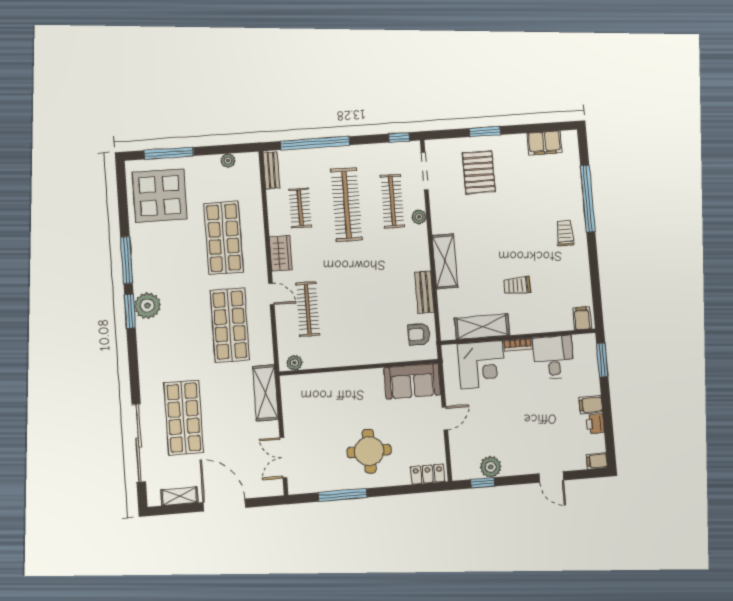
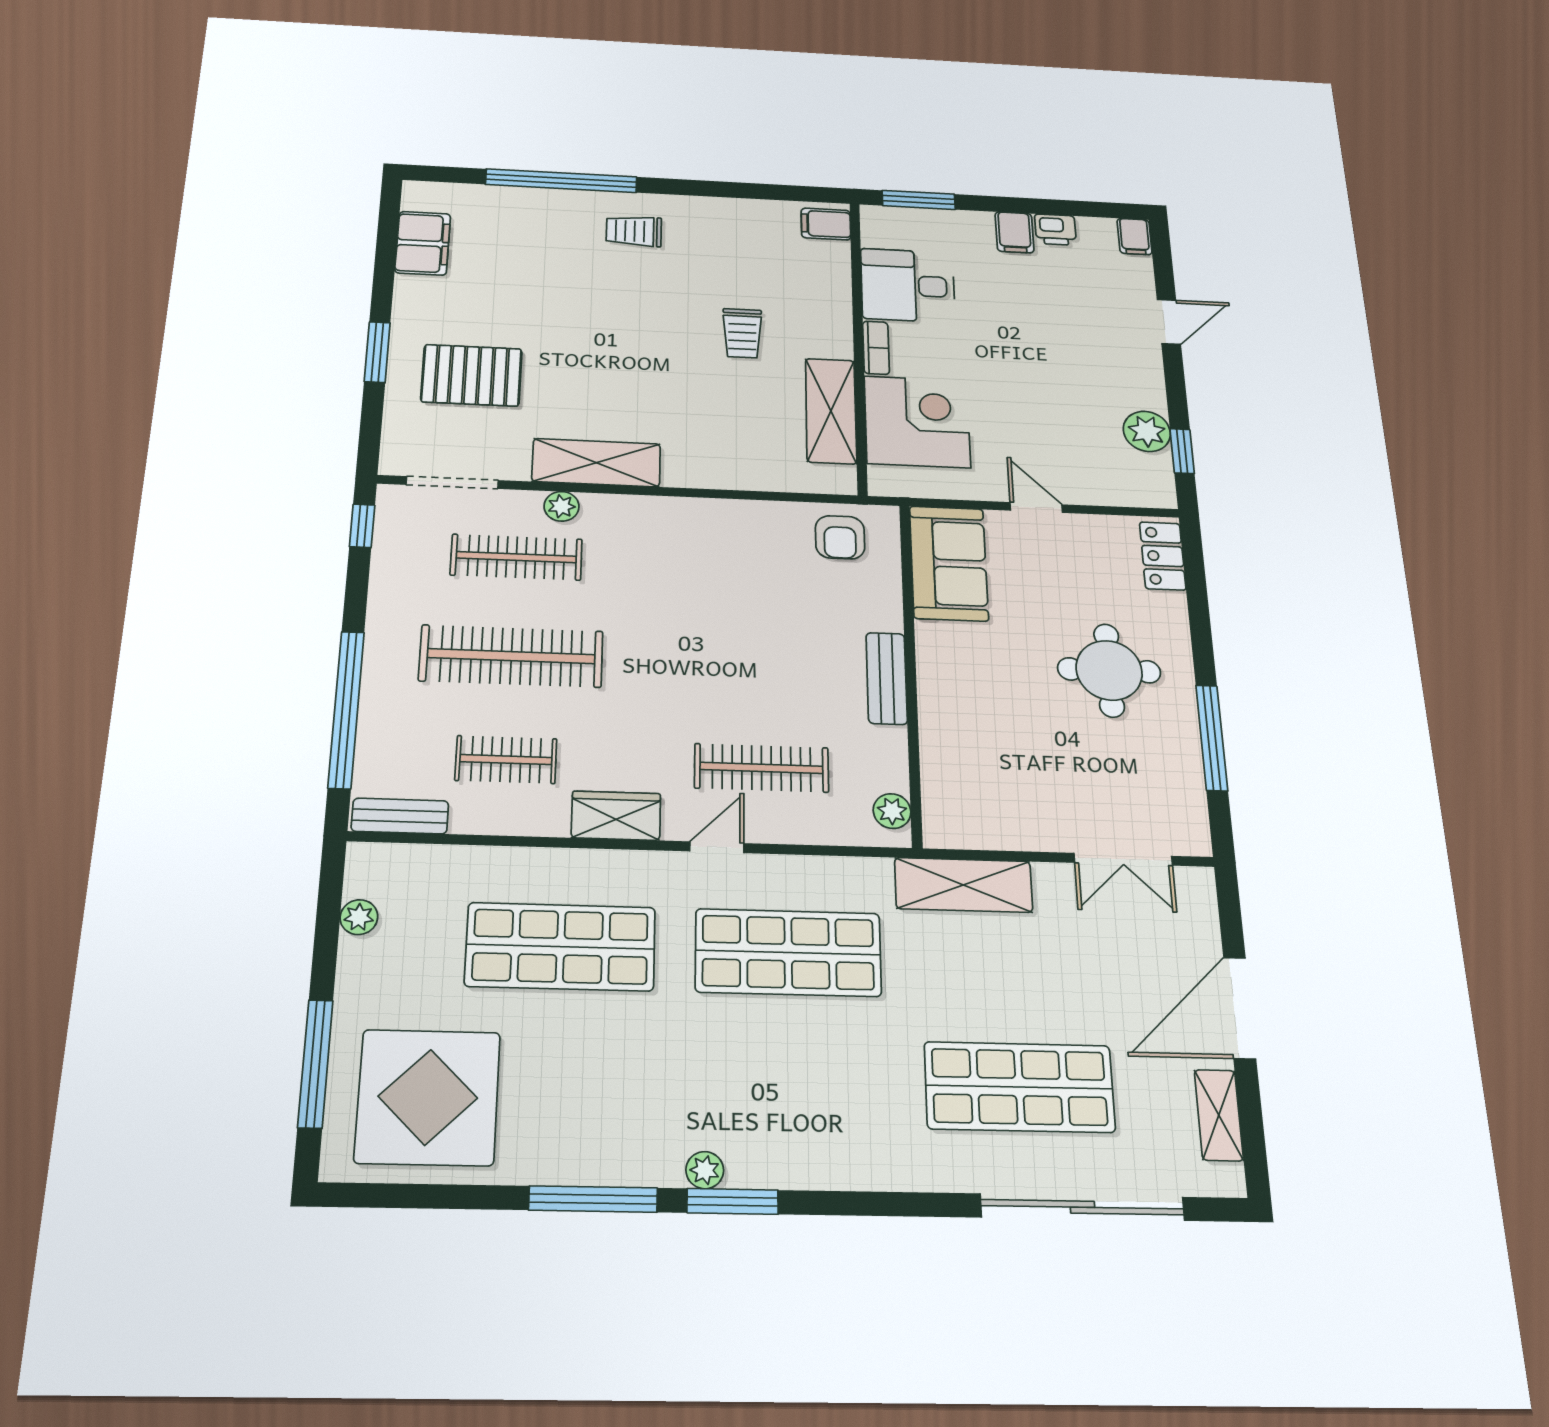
shelving: (445, 261) -> (596, 463), moved
bench: (424, 292) -> (887, 678), moved, turned 90
plant: (147, 306) -> (705, 1170), width x0.53, depth x0.53

